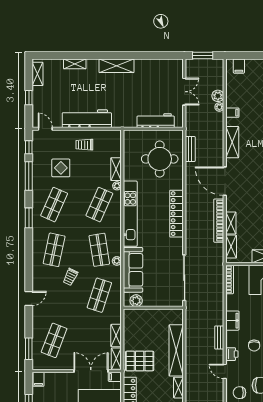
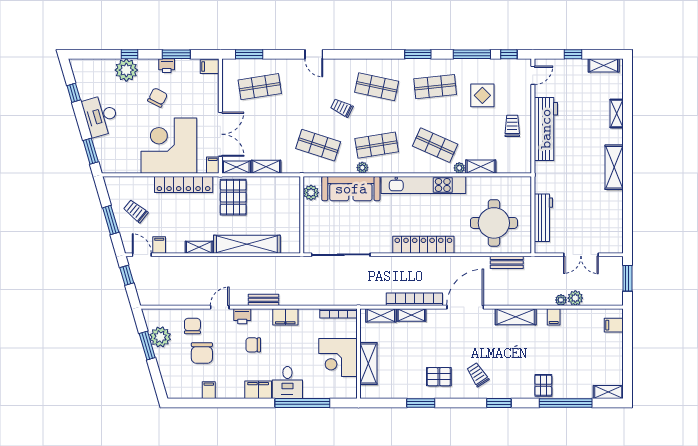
shop shelf: (54, 205) -> (435, 87), turned -30
shop shelf: (54, 340) -> (260, 87), turned -30

